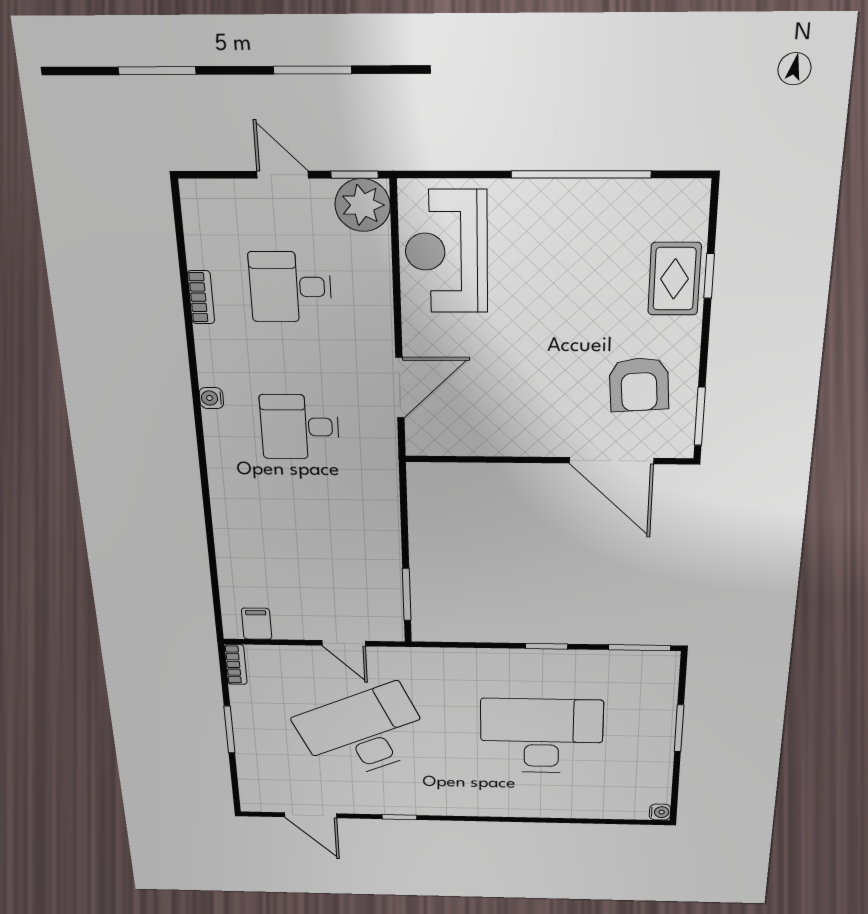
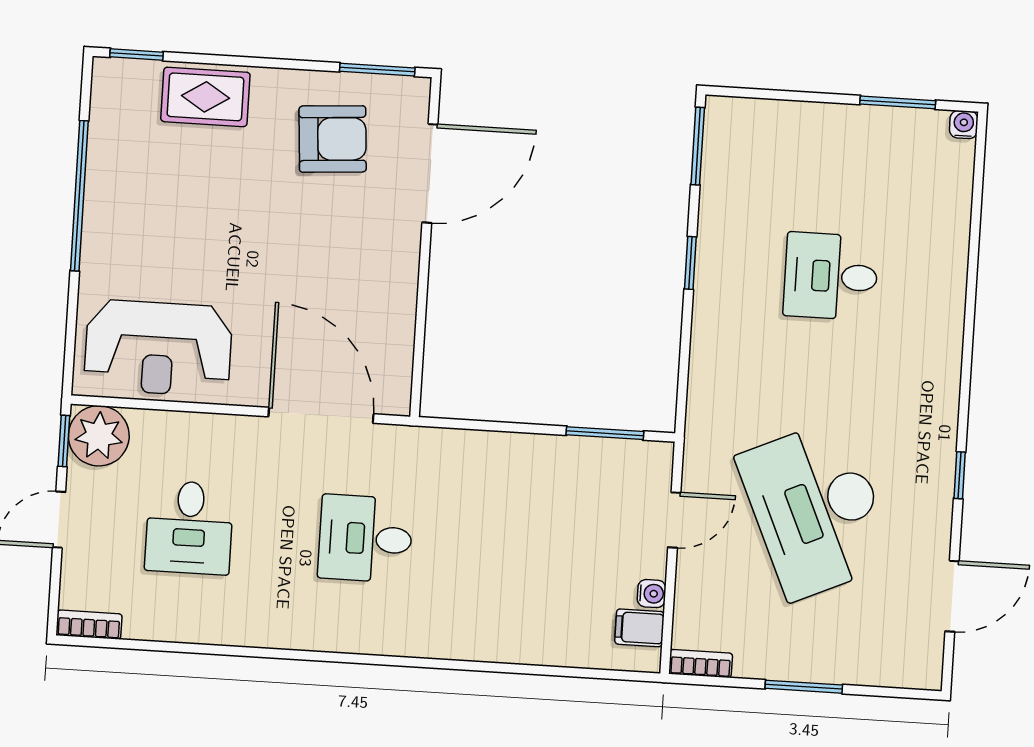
window: (709, 276) -> (137, 54), moved
bookcase: (201, 297) -> (89, 625), moved
door: (400, 388) -> (321, 415), width x1.36
water cooler: (211, 398) -> (652, 594), moved, turned -90
desk: (300, 427) -> (365, 539), turned 90
window: (679, 728) -> (898, 102), moved
desk: (542, 736) -> (831, 276), width x0.53, depth x0.77

